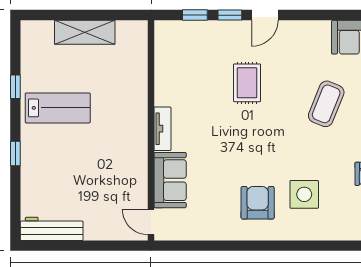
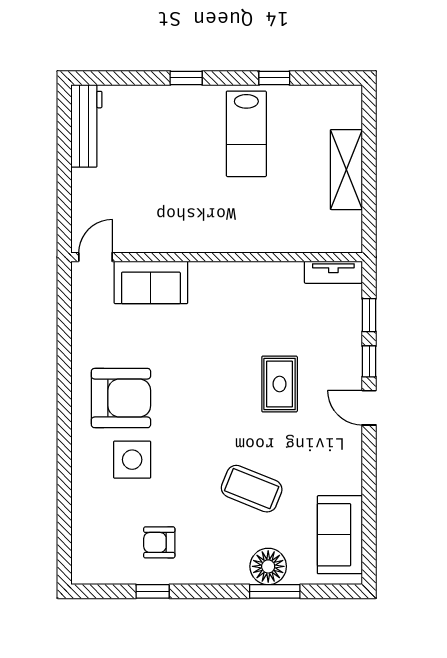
rug: (247, 83) -> (280, 384), turned 90
tv unit: (162, 129) -> (333, 272), moved
armchair: (258, 203) -> (121, 398), width x1.36, depth x1.36

